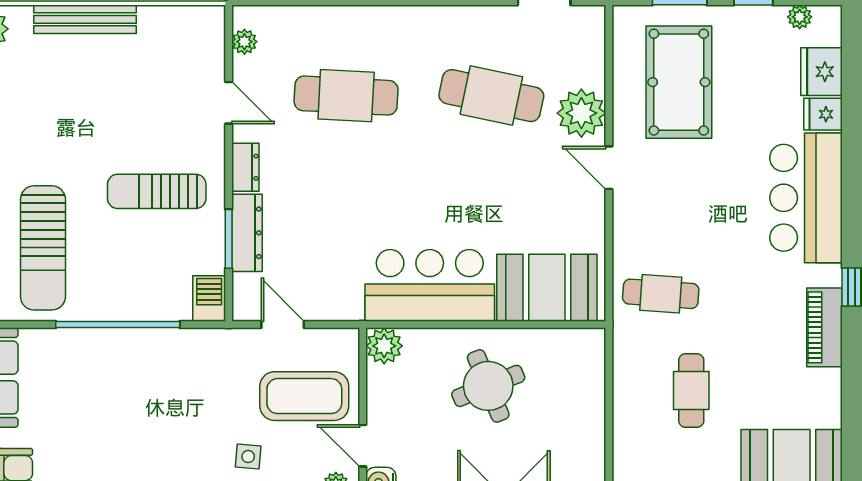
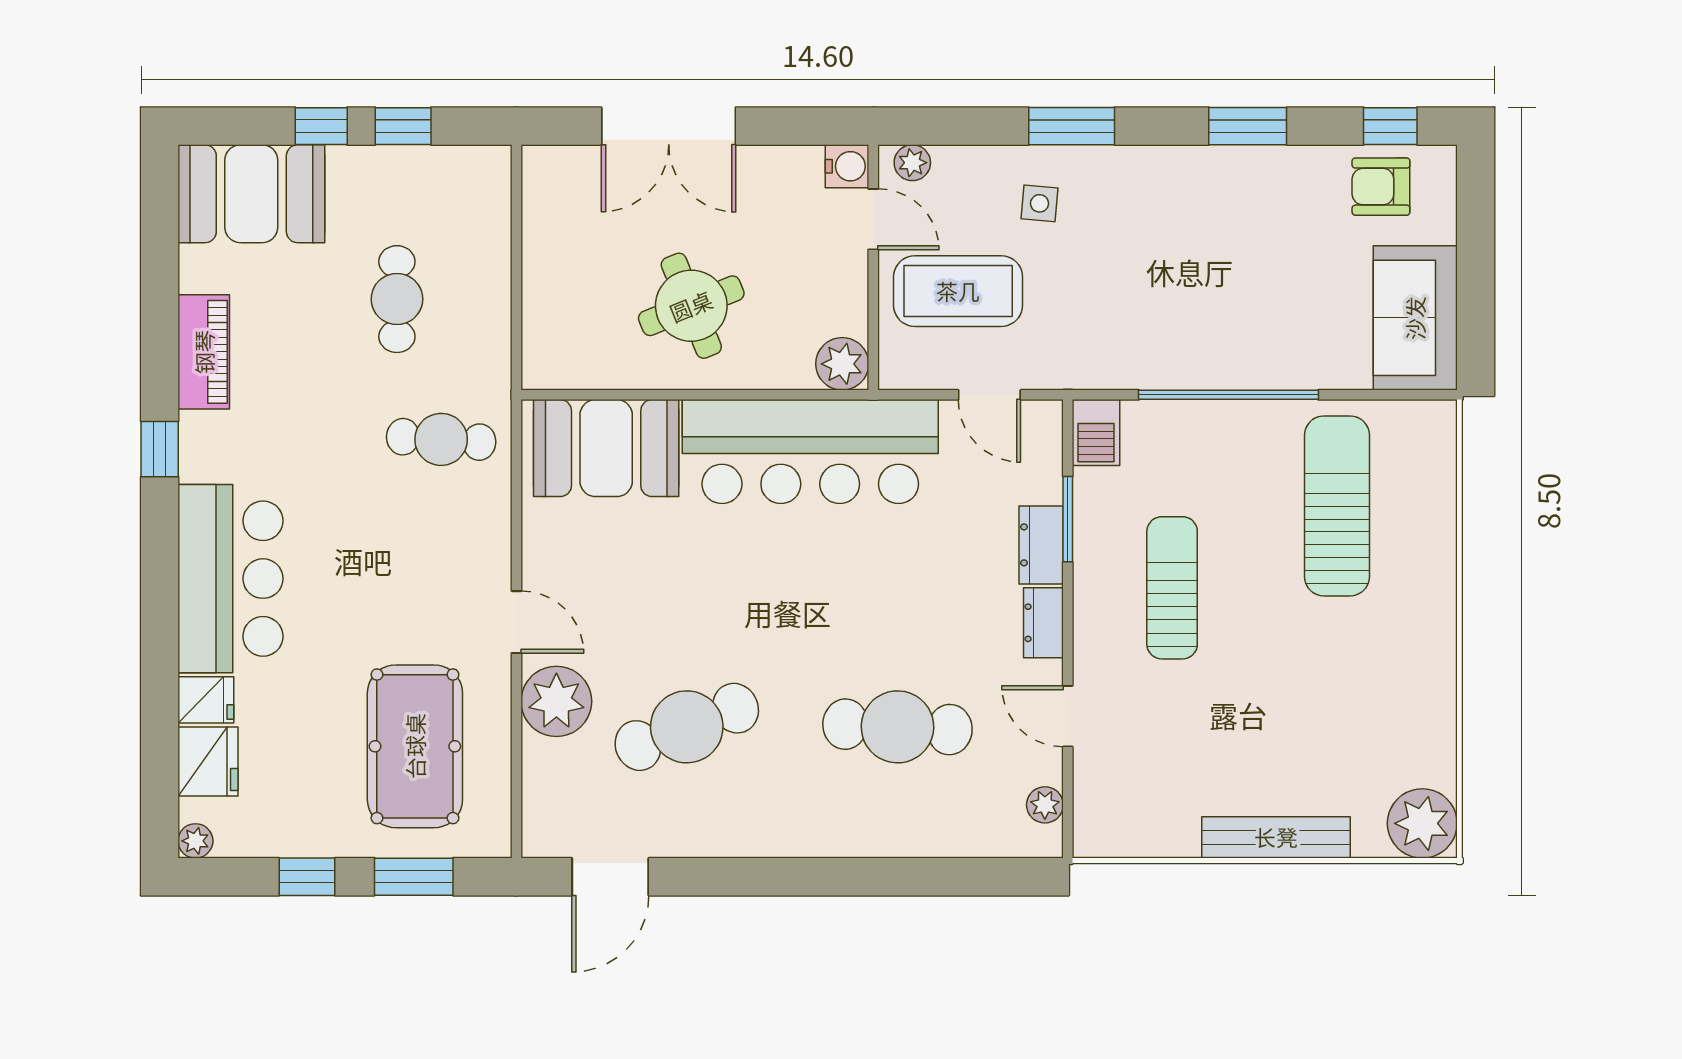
plant: (800, 17) -> (195, 841), moved
cafe table: (491, 96) -> (687, 727), turned -33
sun lounger: (157, 191) -> (1172, 588), turned -90
dresser: (247, 233) -> (1041, 545), width x0.70
bar counter: (430, 285) -> (810, 452), width x1.36
piano: (824, 327) -> (204, 352), moved

